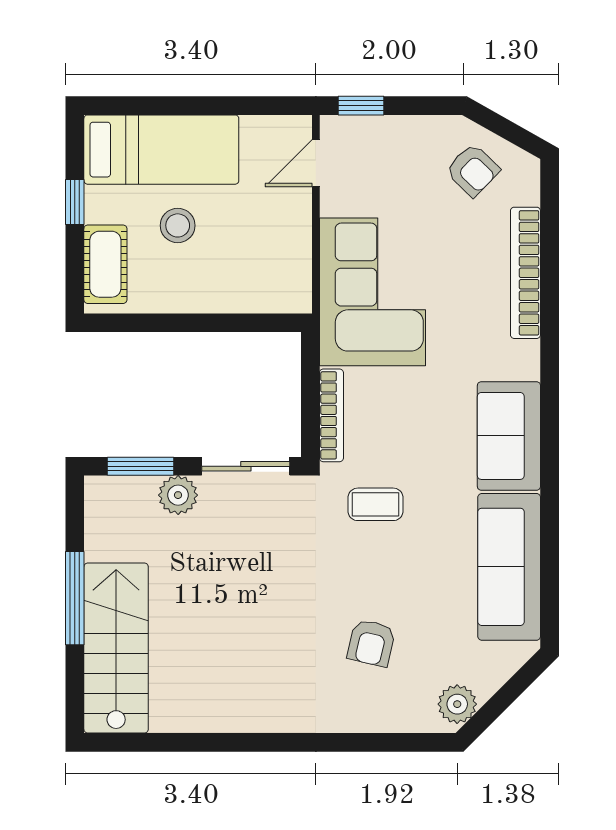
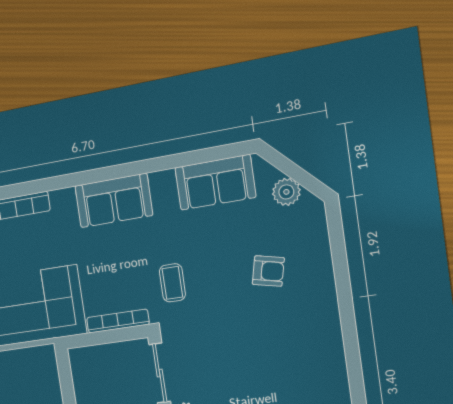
sofa: (509, 567) -> (215, 182), width x0.73
plant: (457, 704) -> (286, 192), moved

